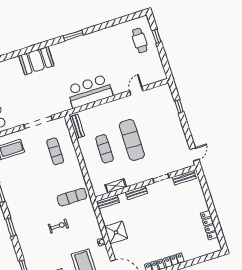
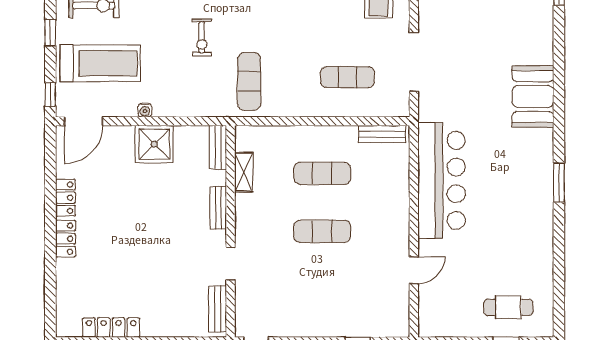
bar counter: (90, 91) -> (442, 180), width x1.36
door: (136, 91) -> (414, 270), hinge flipped
exercise mat: (132, 140) -> (322, 231), width x0.73, depth x0.69

